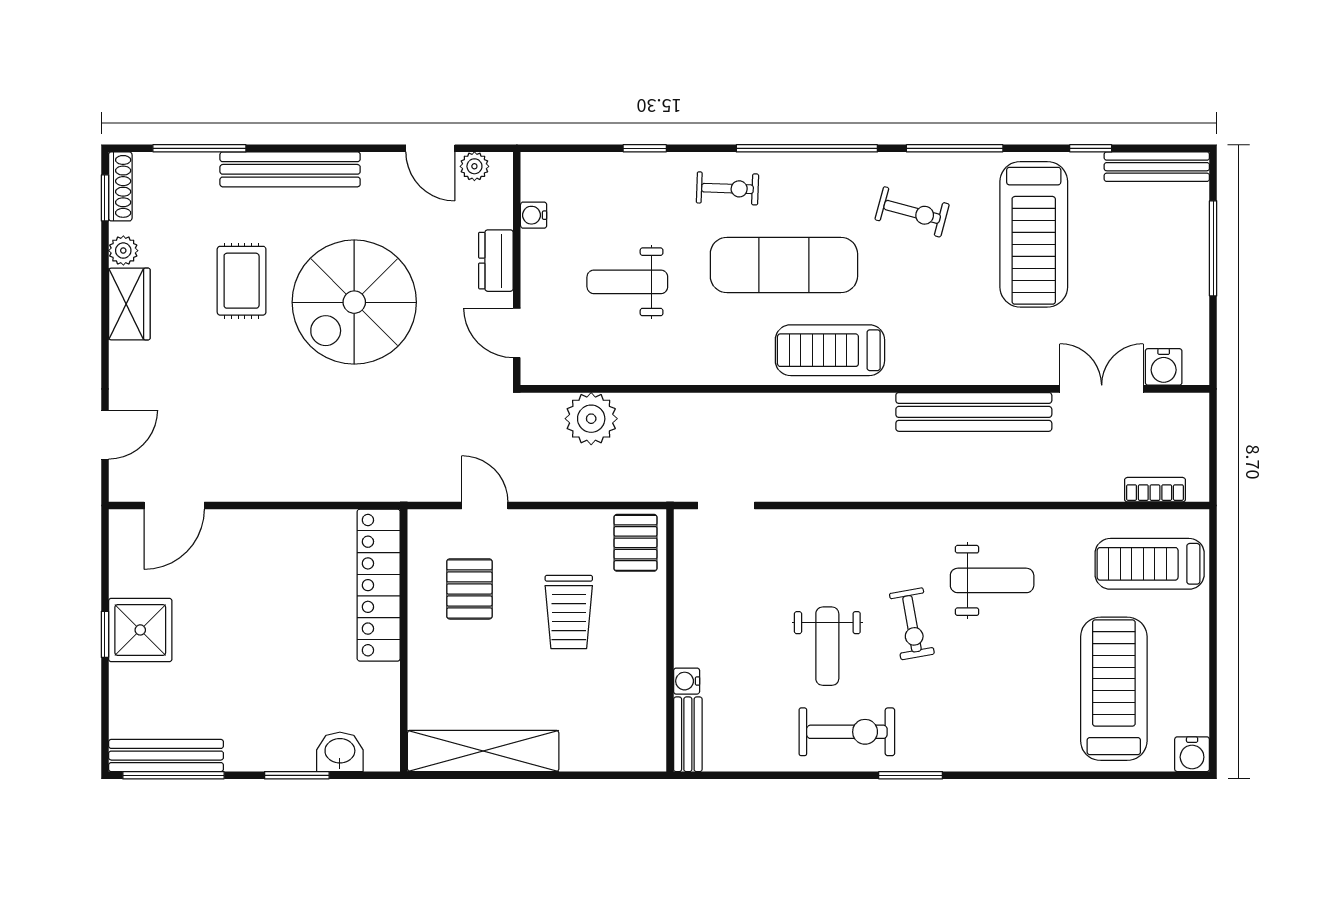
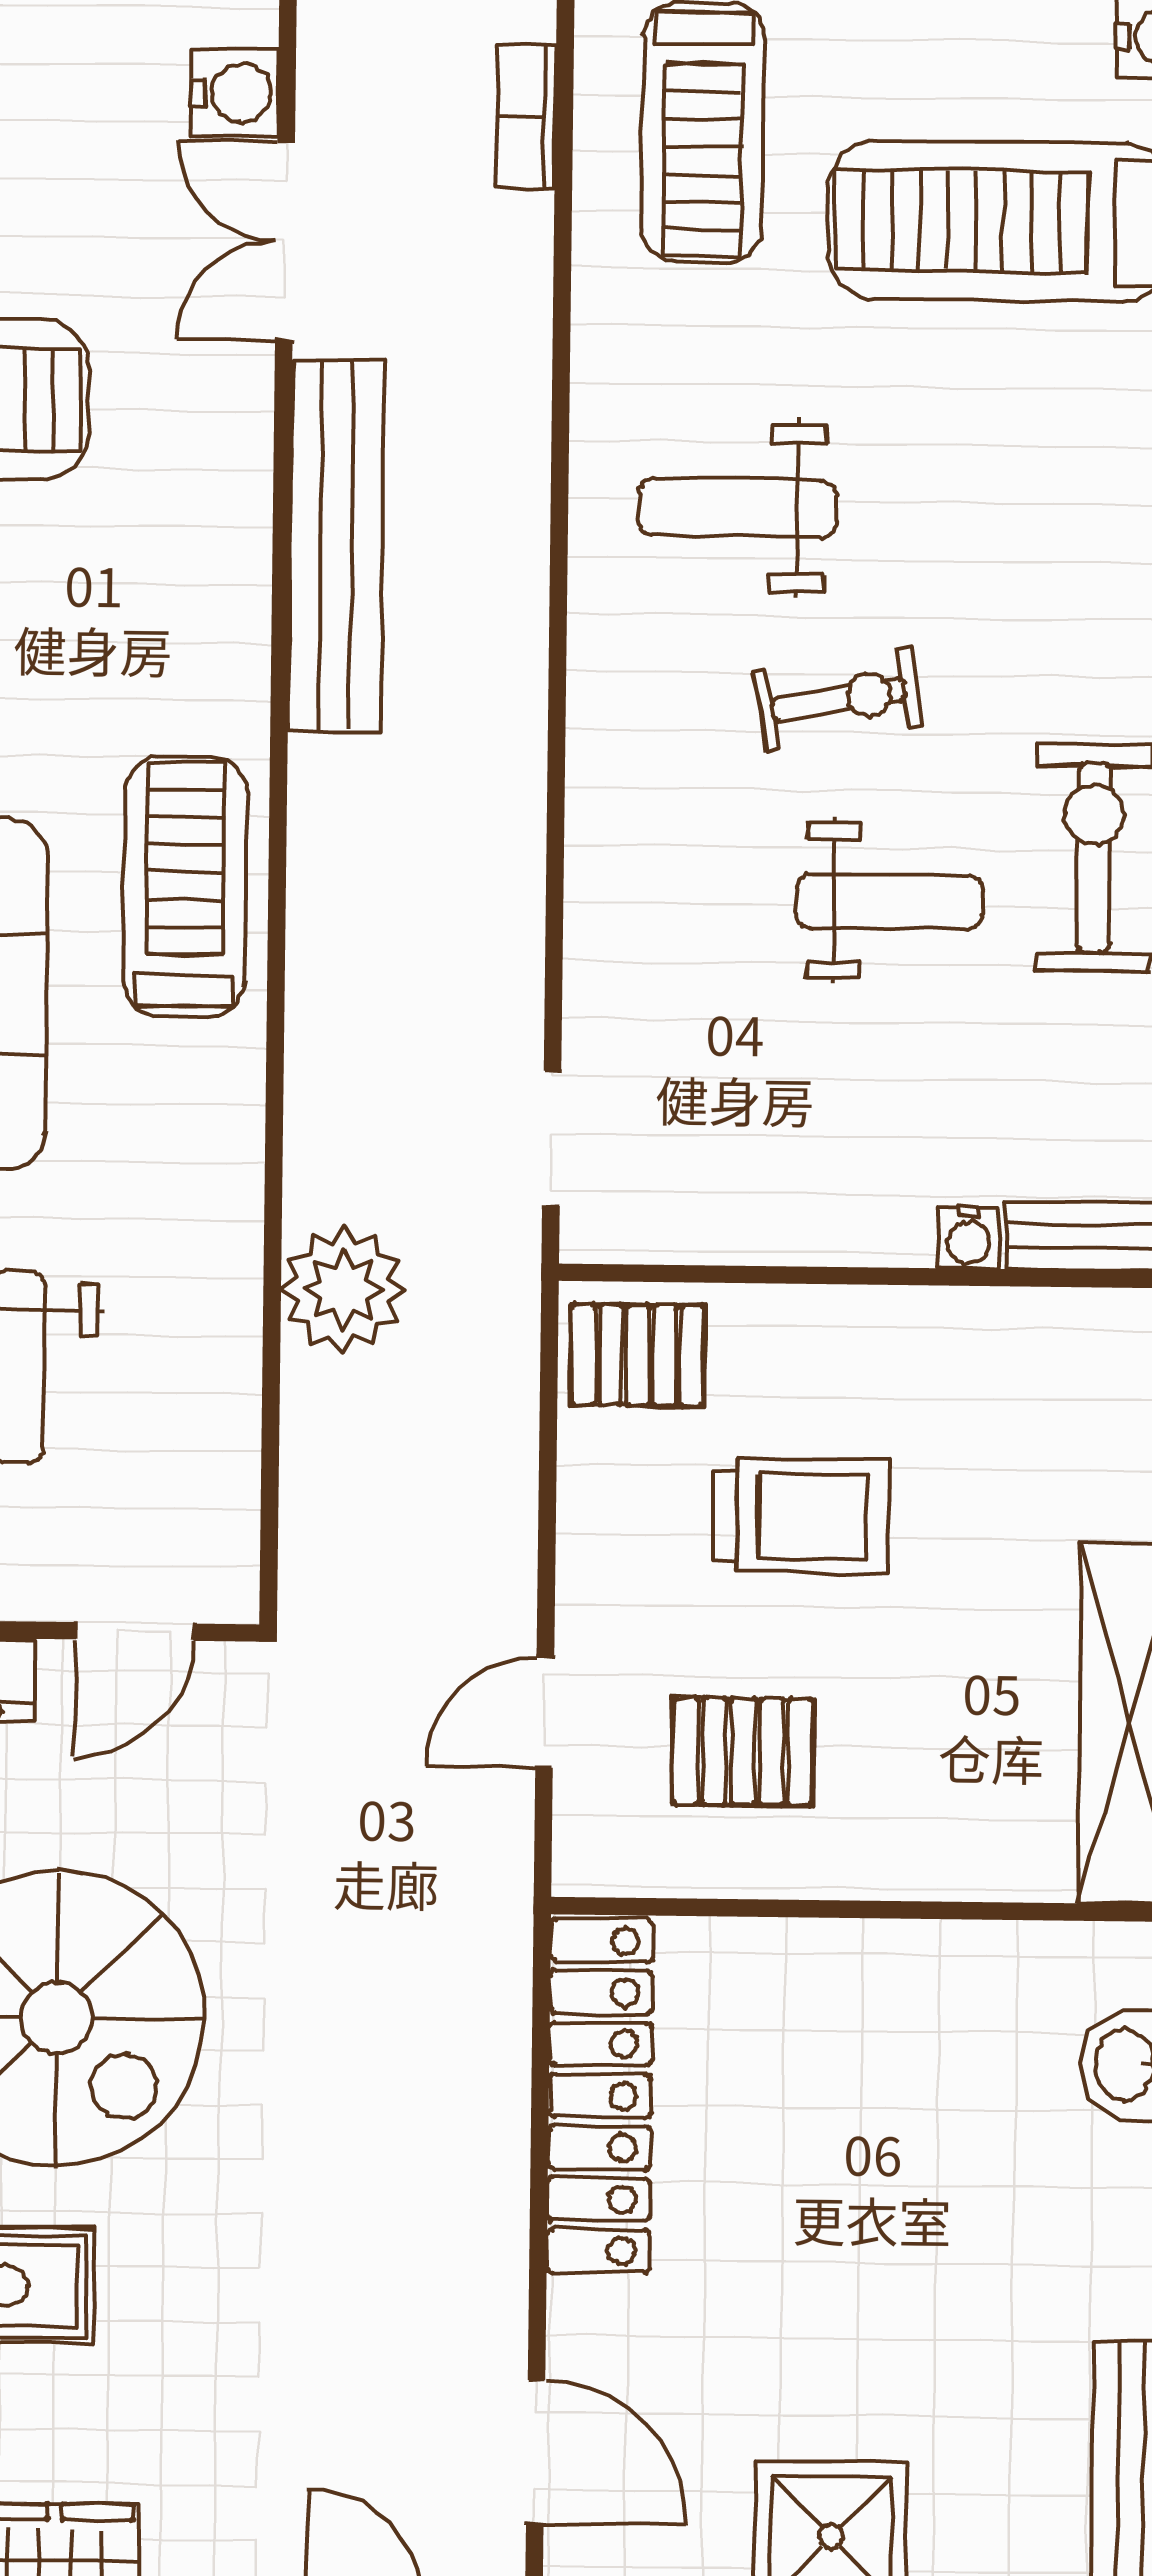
treadmill: (830, 350) -> (185, 887), turned 180
plant: (591, 419) -> (343, 1289), moved
weight bench: (992, 580) -> (738, 508), turned -90
locker: (379, 585) -> (600, 2096), moved, turned -90

